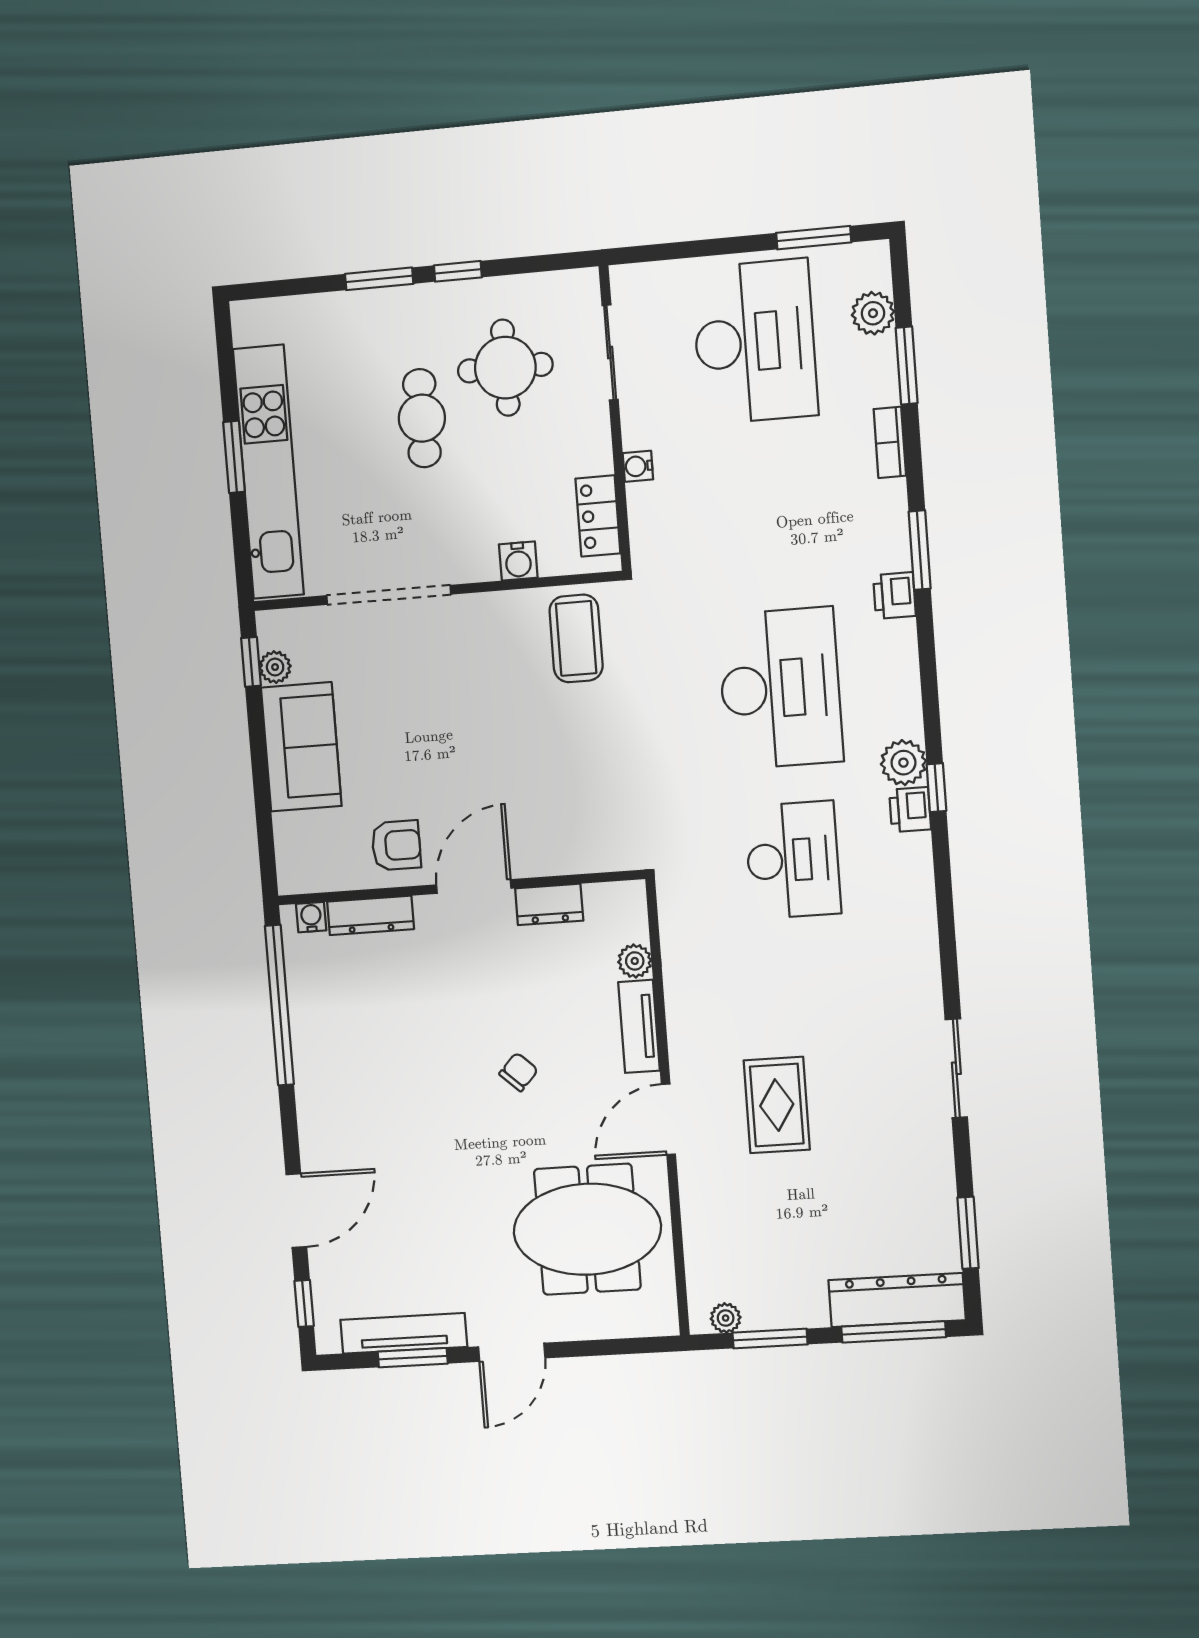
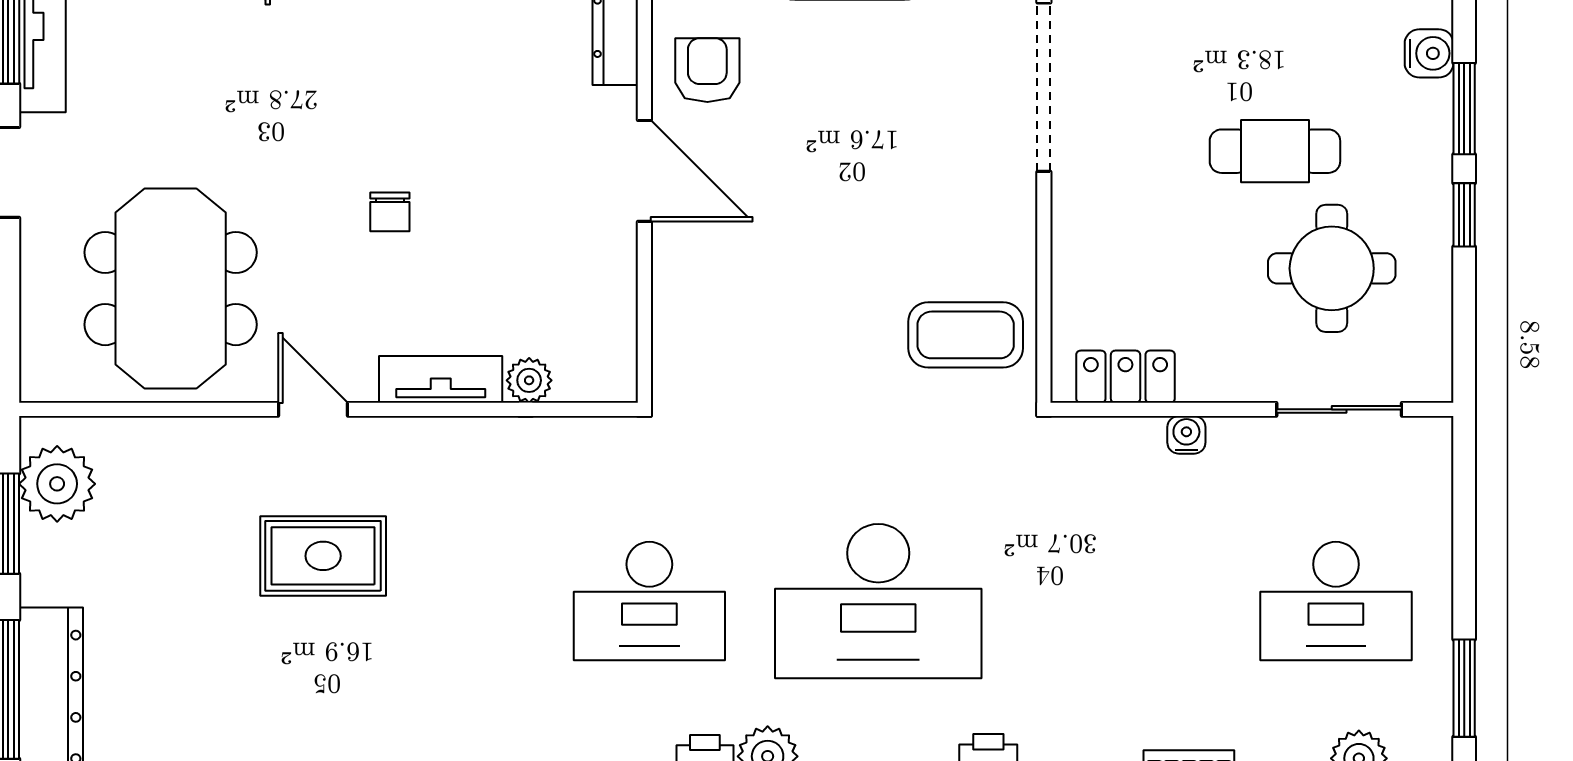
desk: (755, 342) -> (1336, 601), width x0.73, depth x0.77
water cooler: (518, 561) -> (1429, 53), moved, turned 180
armchair: (396, 845) -> (707, 70), turned 180
dresser: (549, 904) -> (613, 271), removed
chair: (519, 1072) -> (390, 212), turned 47
door: (668, 1119) -> (313, 409), width x0.73
plant: (726, 1318) -> (57, 484), width x1.87, depth x1.87

